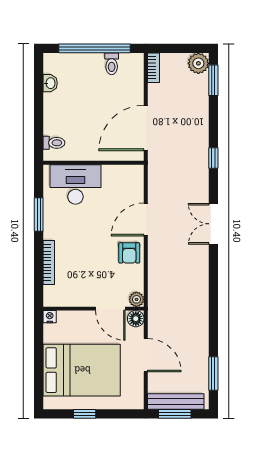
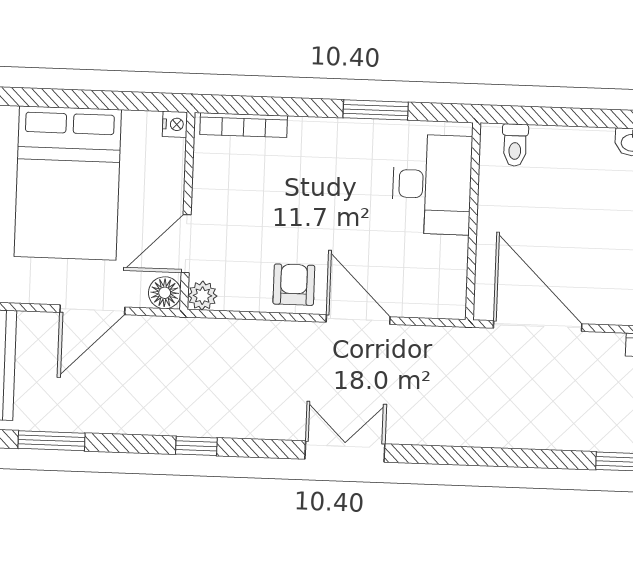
window: (213, 158) -> (196, 446), moved
armchair: (129, 253) -> (294, 285), turned 90
bookcase: (49, 263) -> (244, 125), moved

